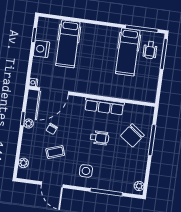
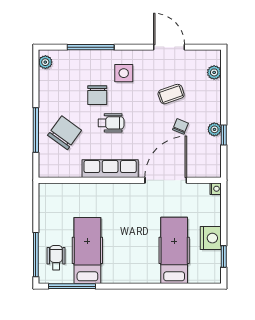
door: (54, 91) -> (166, 180), moved
wheelchair: (99, 138) -> (111, 123), turned 180
chair: (106, 158) -> (97, 95), added

